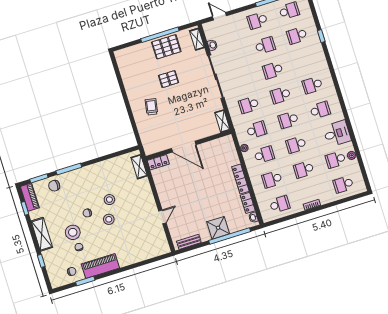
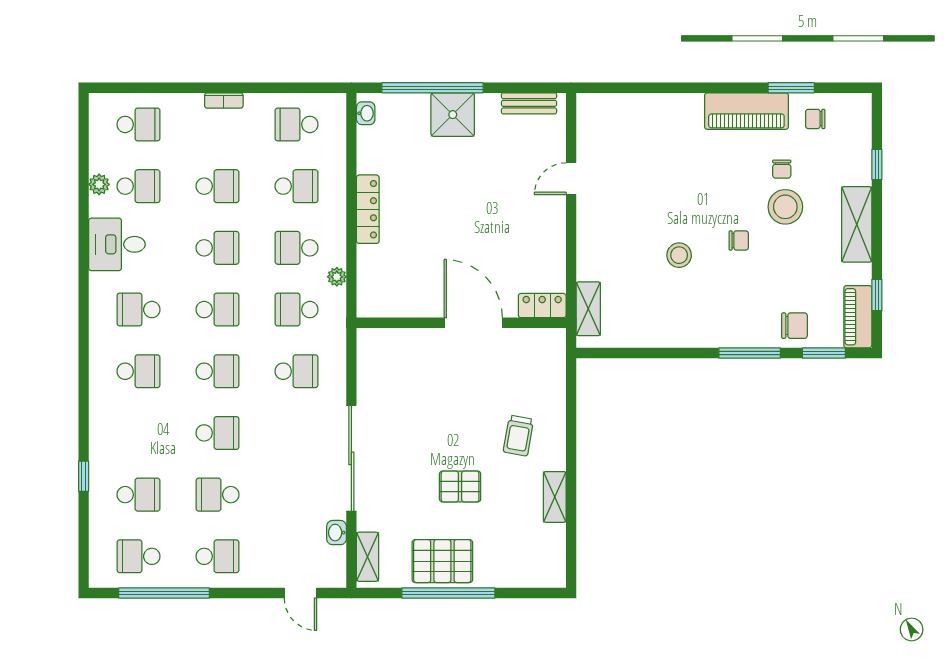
shelving: (222, 121) -> (555, 497), moved
locker: (248, 203) -> (368, 150), removed
stool: (109, 219) -> (694, 211), removed

